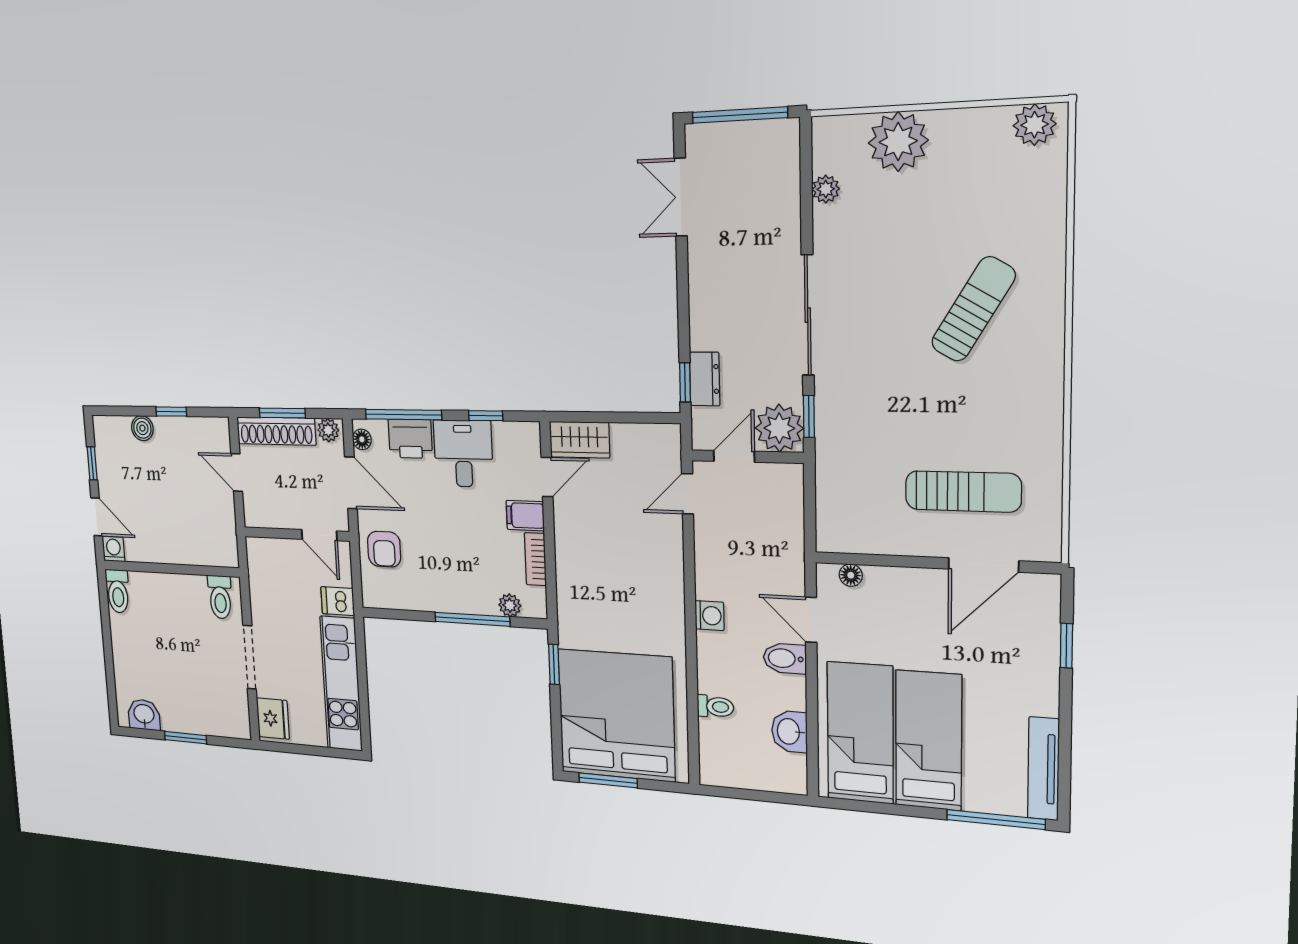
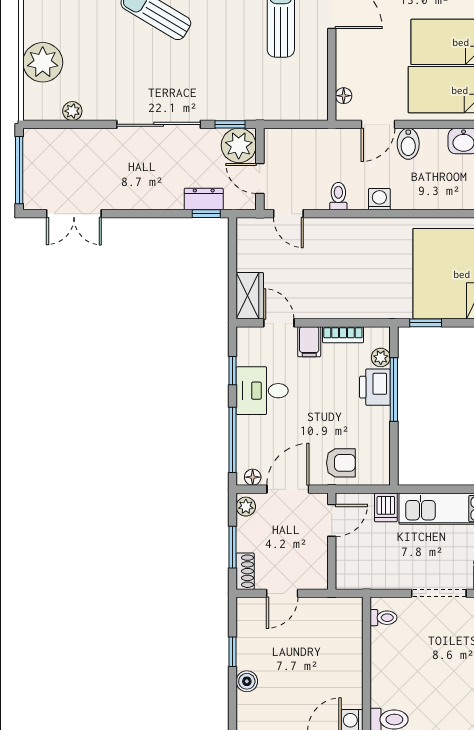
shoe rack: (276, 431) -> (245, 571), width x0.51, depth x0.81
printer: (410, 439) -> (375, 387), moved, turned 180
toilet: (220, 597) -> (384, 618), width x0.73, depth x0.72
toilet: (715, 707) -> (338, 196), moved

